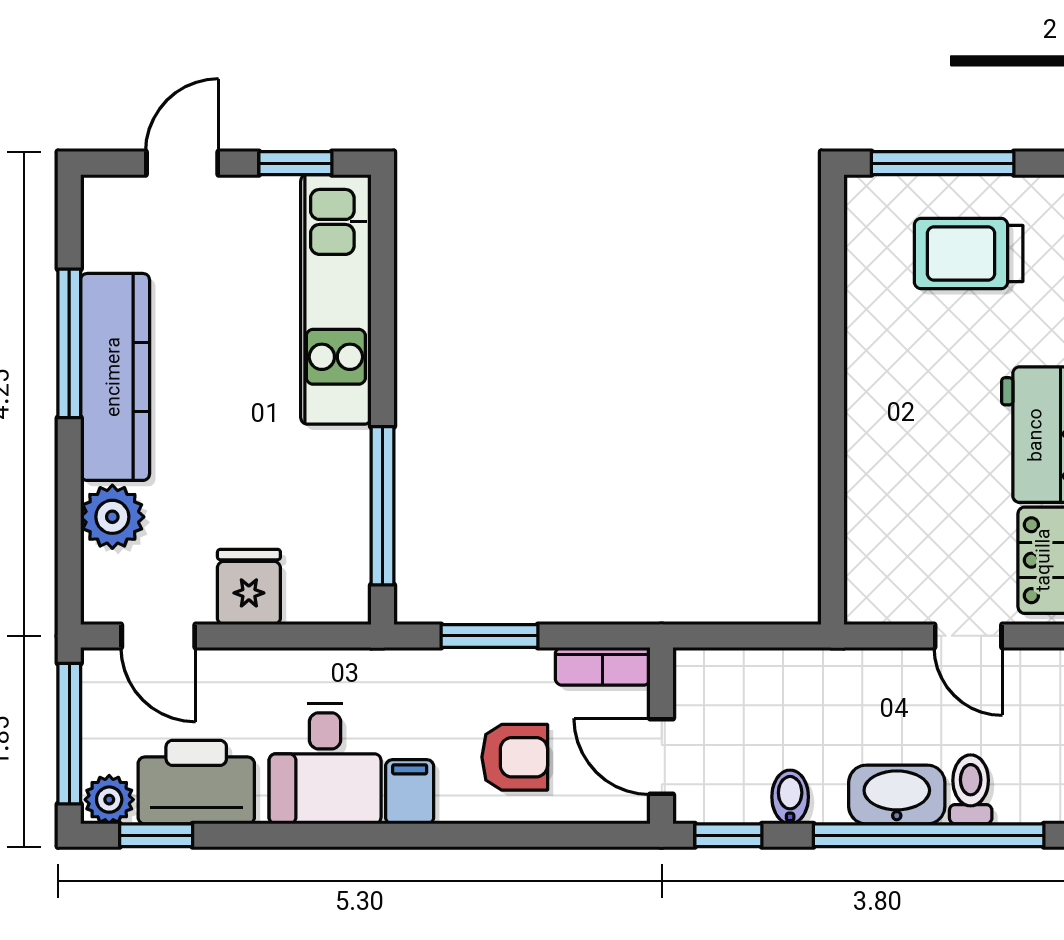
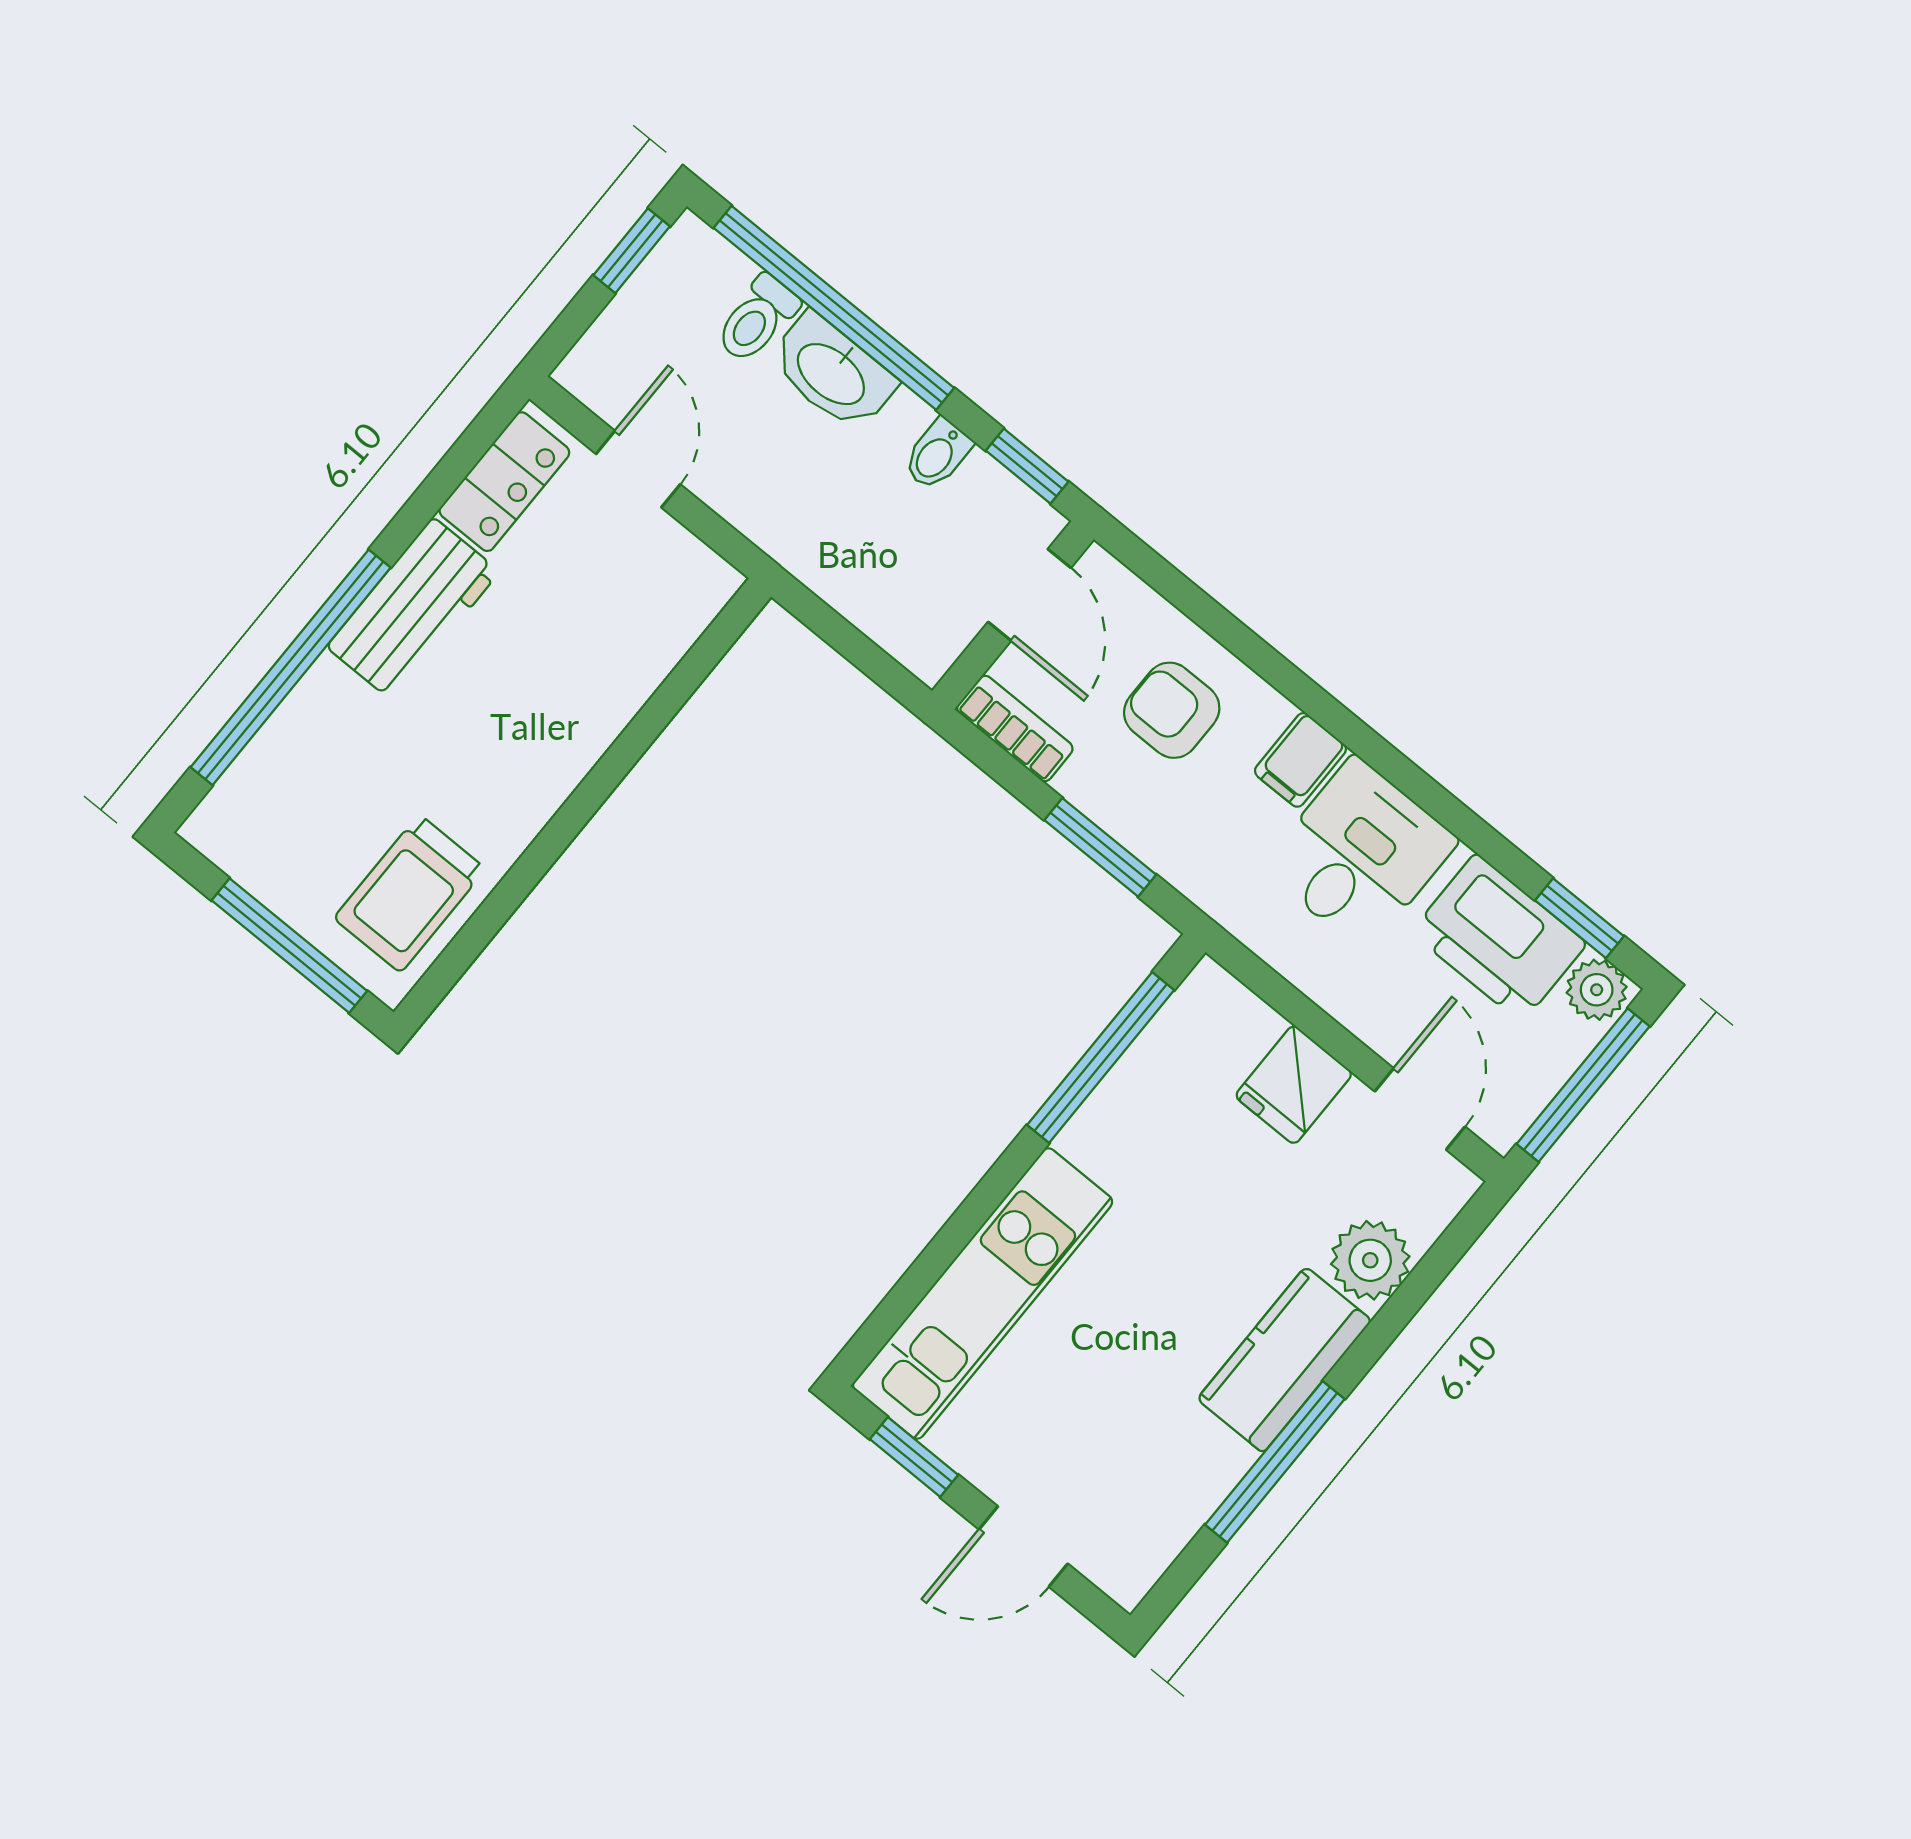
trolley: (969, 253) -> (410, 893), moved, turned 90
kitchen counter: (115, 377) -> (1284, 1360), width x0.67

